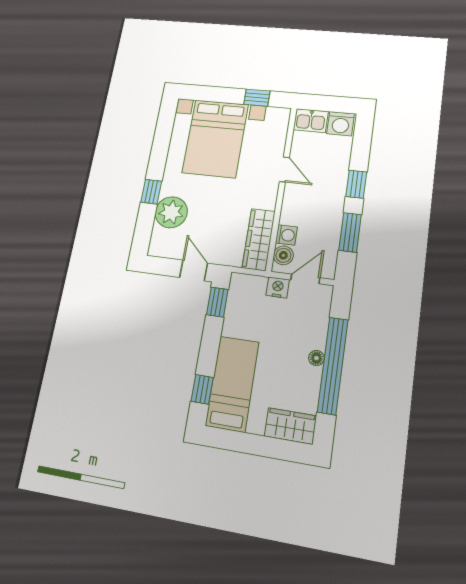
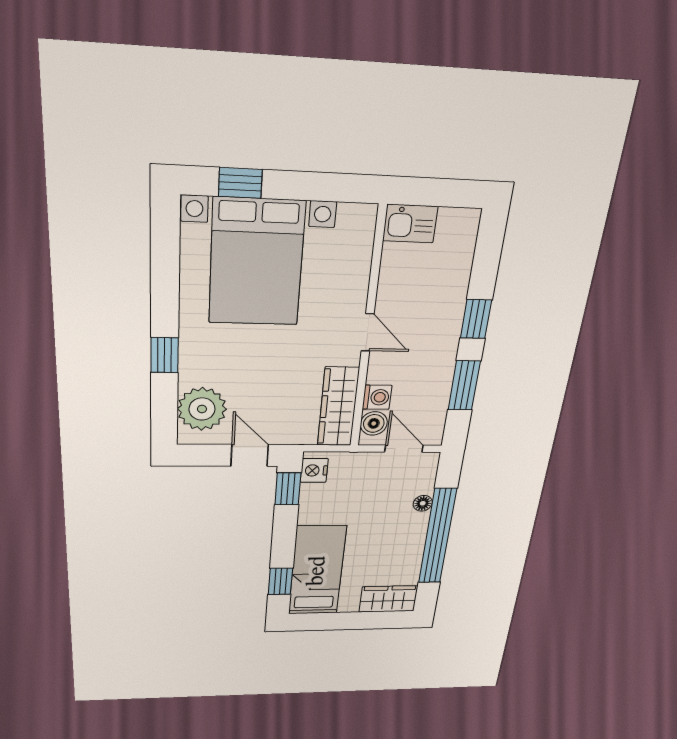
window: (257, 98) -> (240, 183), moved
washing machine: (341, 124) -> (457, 226), removed
door: (284, 169) -> (368, 332), moved
plant: (171, 212) -> (202, 409), moved
door: (305, 279) -> (404, 449), hinge flipped
nightstand: (278, 287) -> (314, 470), moved, turned -90
floor lamp: (316, 358) -> (423, 503), moved

